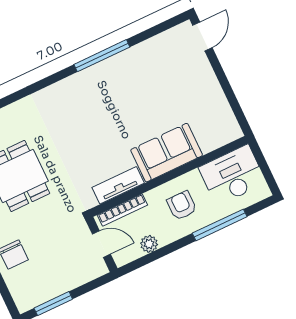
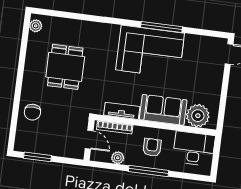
corner sofa: (107, 93) -> (150, 52), added
plant: (212, 133) -> (198, 116), added
window: (220, 225) -> (149, 171), moved

